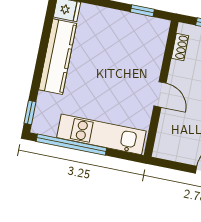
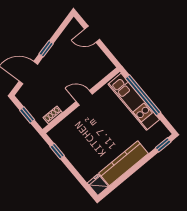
door: (160, 94) -> (84, 98), hinge flipped
window: (71, 145) -> (143, 95), moved

